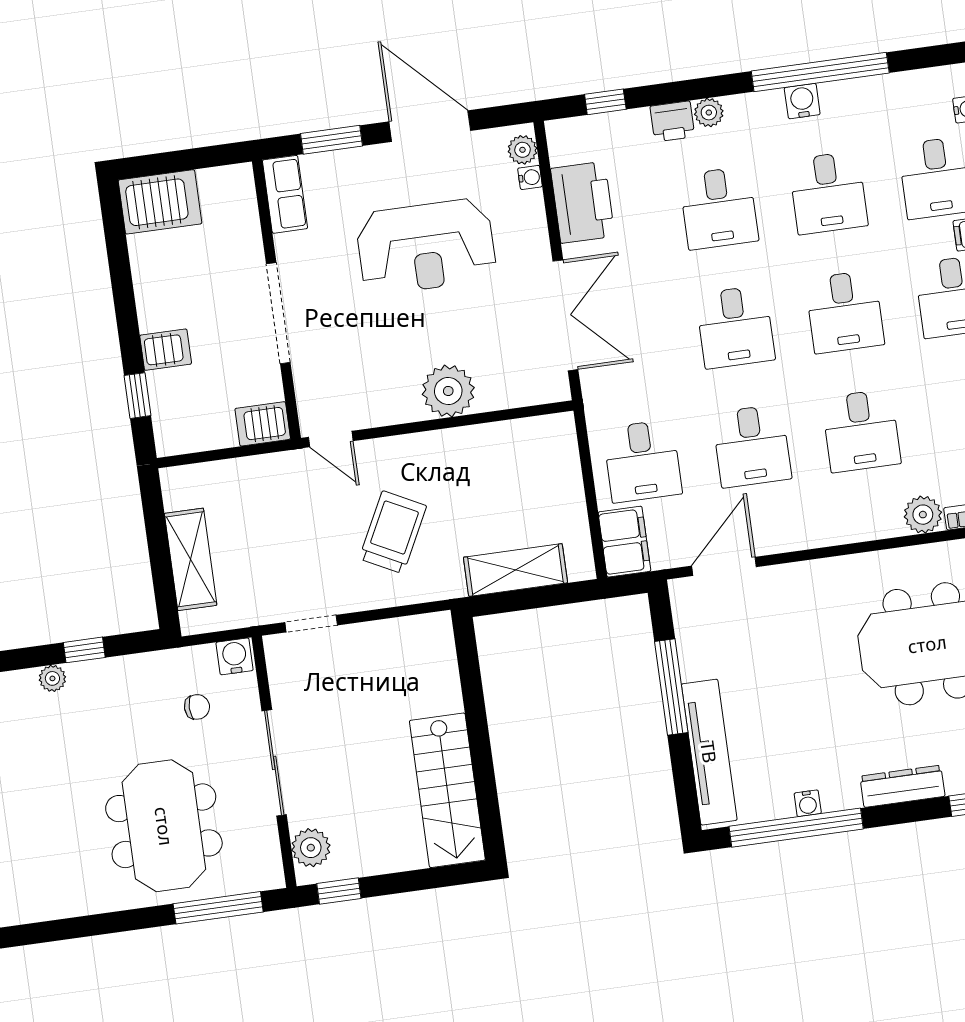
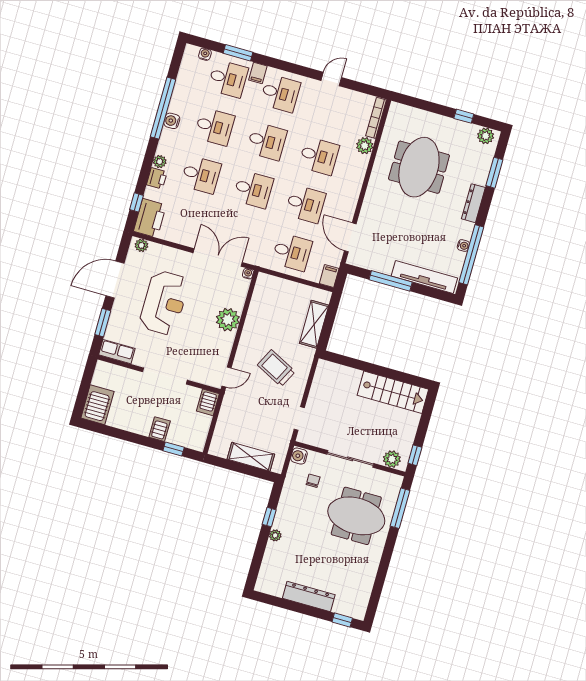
water cooler: (530, 177) -> (248, 274), moved
printer: (583, 202) -> (150, 218), moved, turned 90
filing cabinet: (624, 542) -> (329, 276), width x0.50

